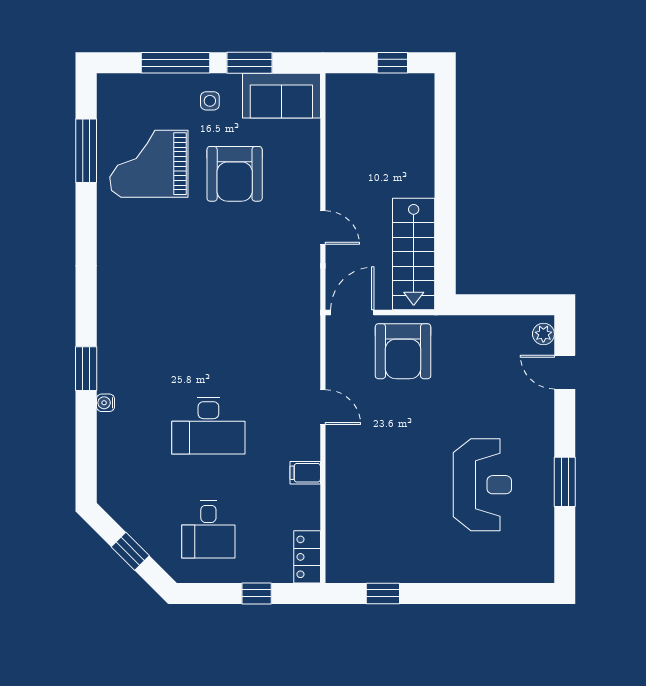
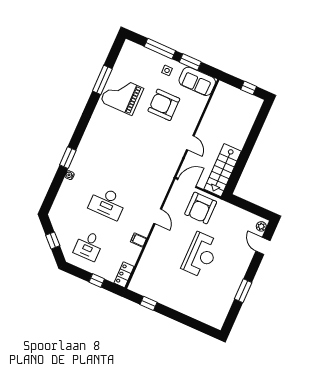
window: (86, 151) -> (102, 80), moved
grand piano: (149, 164) -> (122, 95), moved
armchair: (235, 174) -> (164, 105), turned 90
reception desk: (482, 485) -> (201, 255), moved

